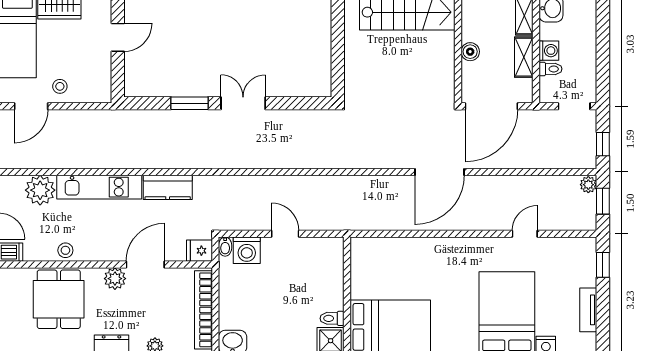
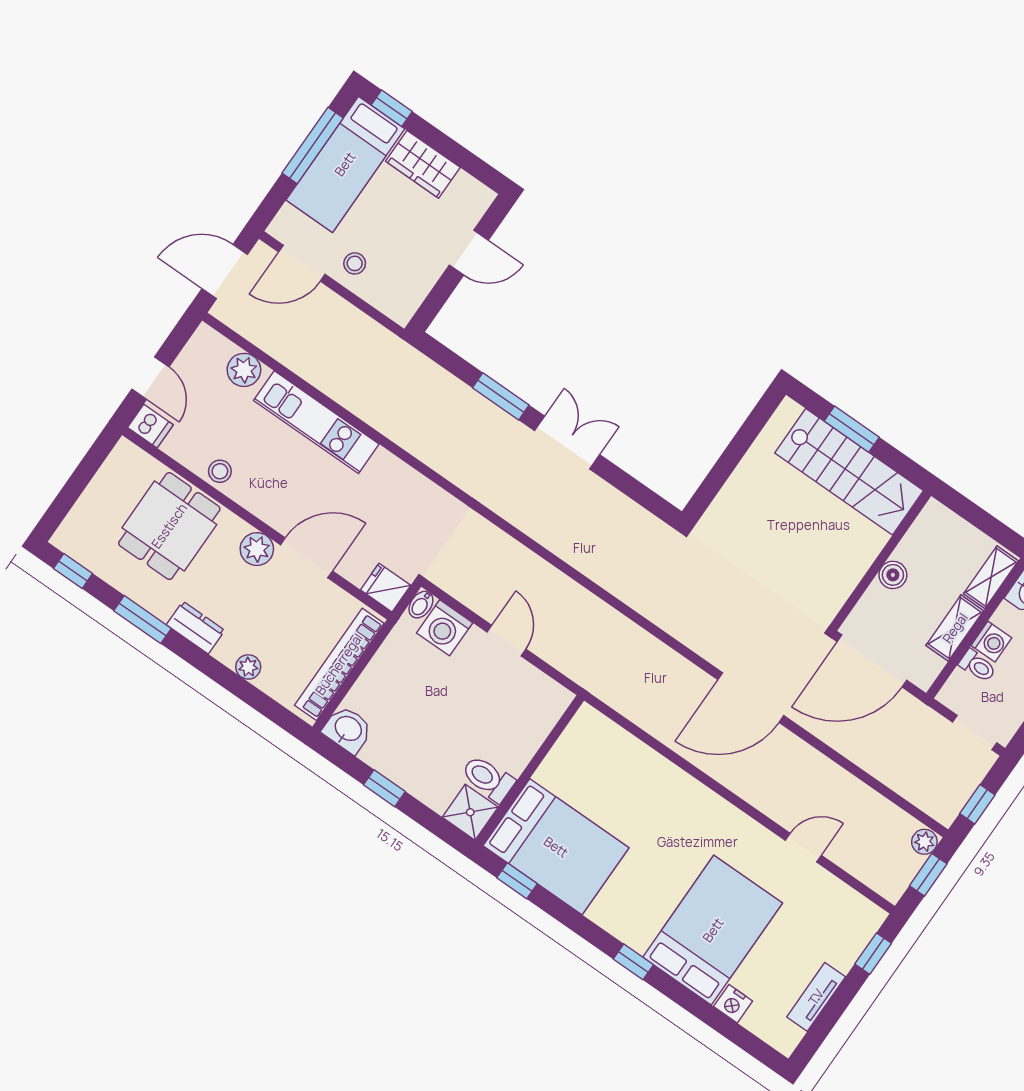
kitchen counter: (168, 187) -> (401, 482), removed
plant: (40, 190) -> (244, 370), width x0.73, depth x0.73
toilet: (332, 318) -> (488, 779), width x1.37, depth x1.39

